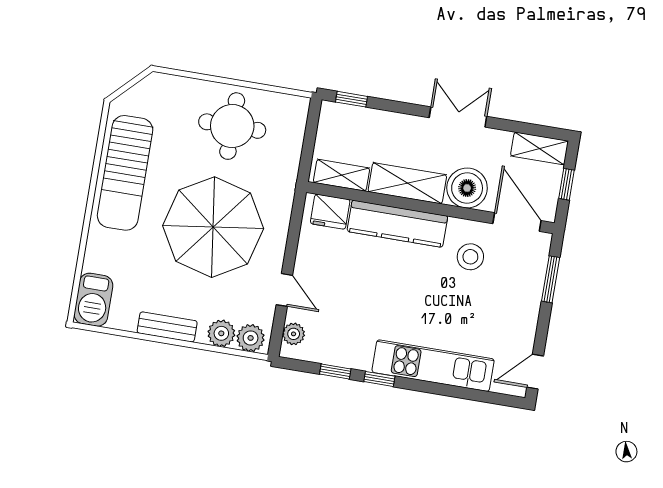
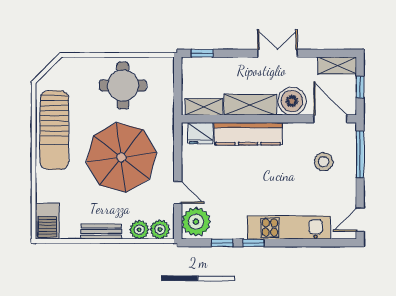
stool: (470, 257) -> (324, 162), moved
window: (551, 279) -> (360, 154), width x1.44
plant: (294, 334) -> (196, 222), width x1.87, depth x1.87

